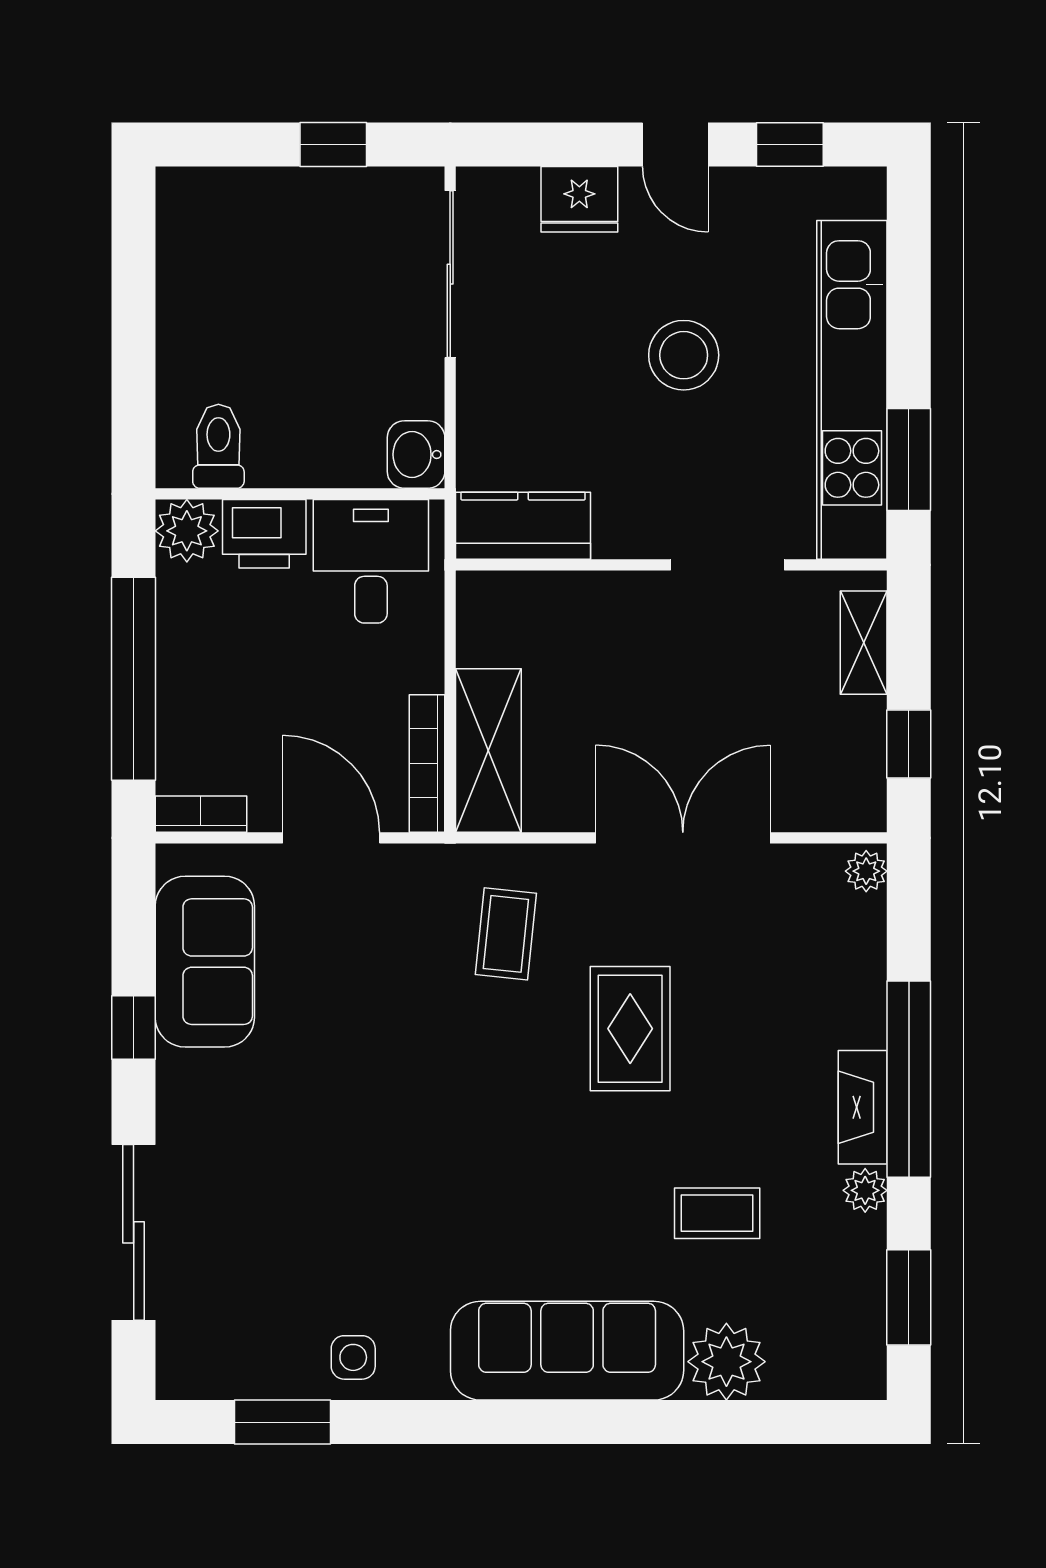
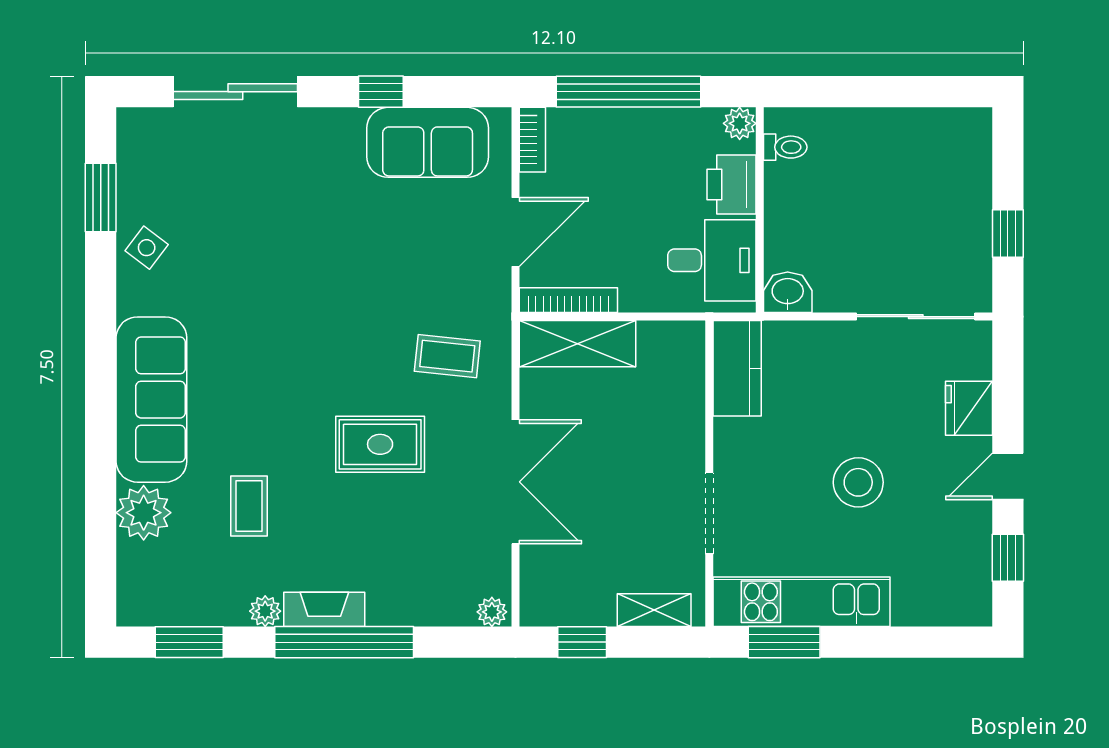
kitchen unit: (852, 390) -> (801, 602), width x0.73
toilet: (218, 446) -> (785, 147), width x0.73, depth x0.72
plant: (187, 531) -> (740, 123), width x0.73, depth x0.73
side table: (353, 1357) -> (147, 248), turned 37

